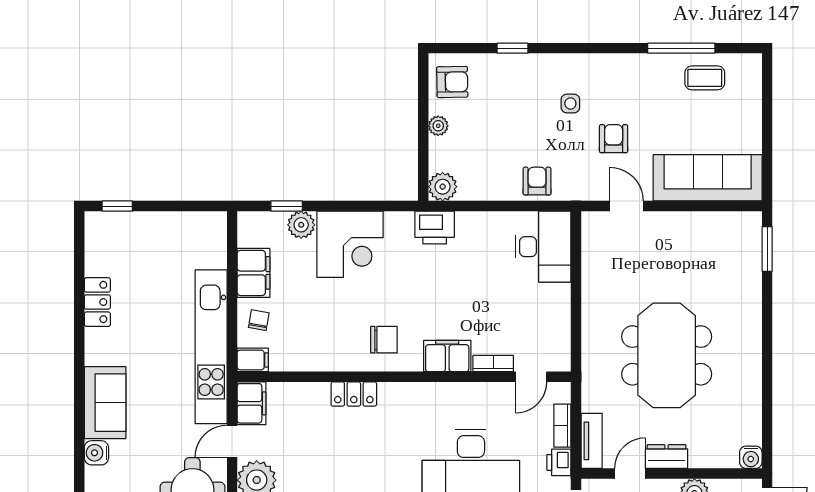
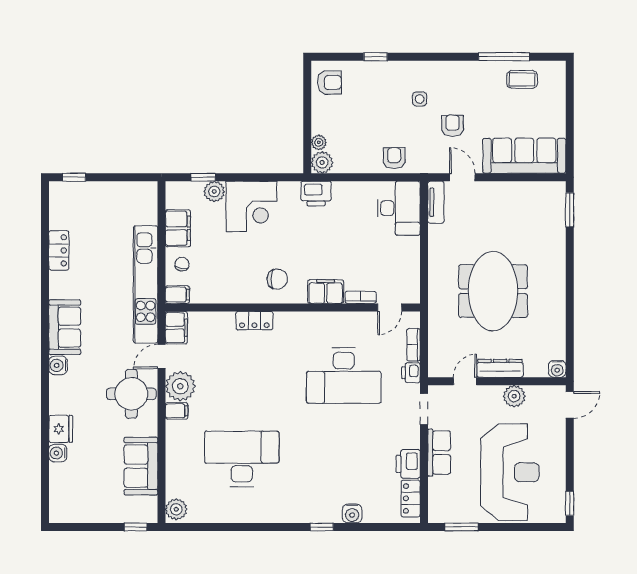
plant: (438, 126) -> (319, 142), moved
tv unit: (592, 441) -> (436, 202), moved
dresser: (667, 457) -> (500, 368), width x1.44

